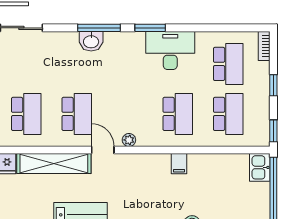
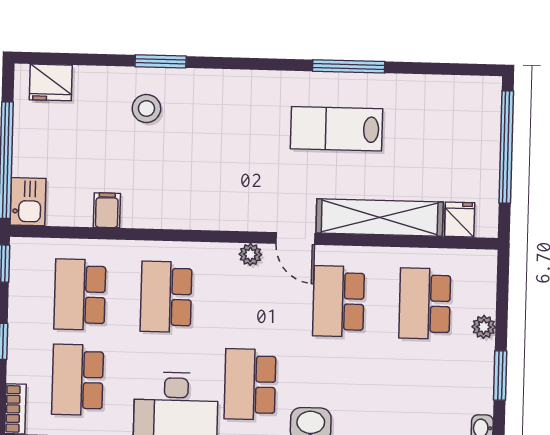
school desk: (127, 64) -> (250, 384), added
filing cabinet: (179, 164) -> (107, 210), moved

